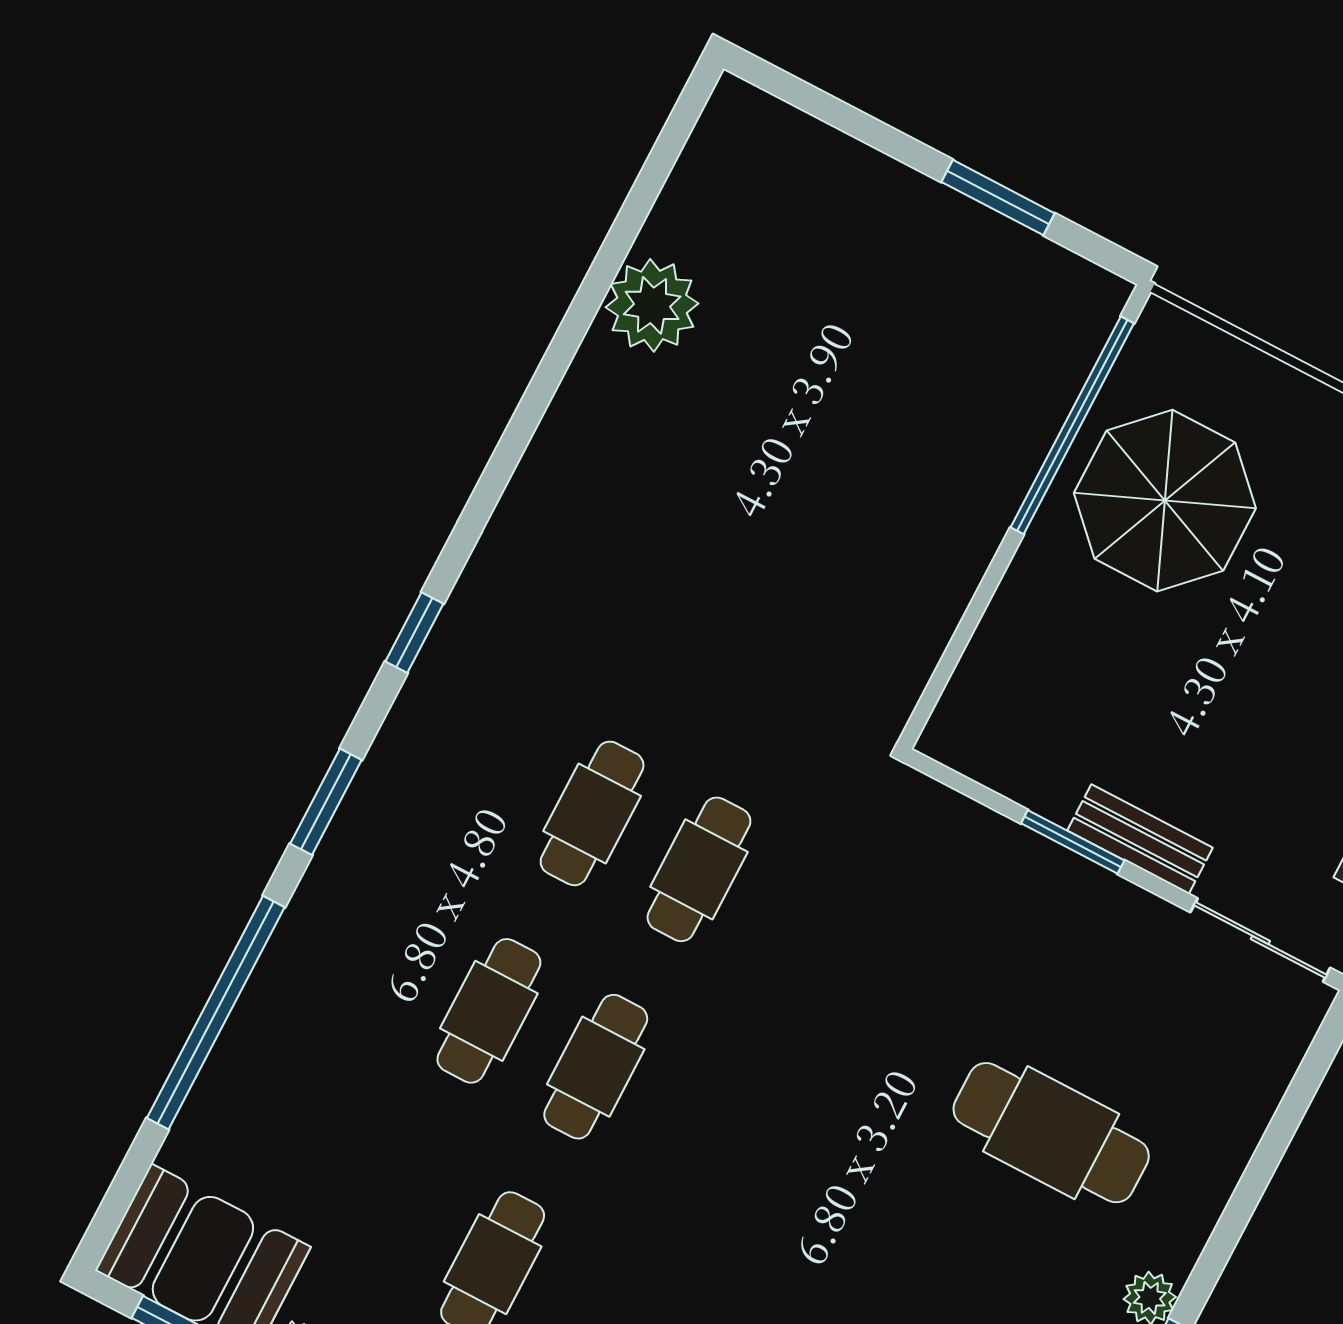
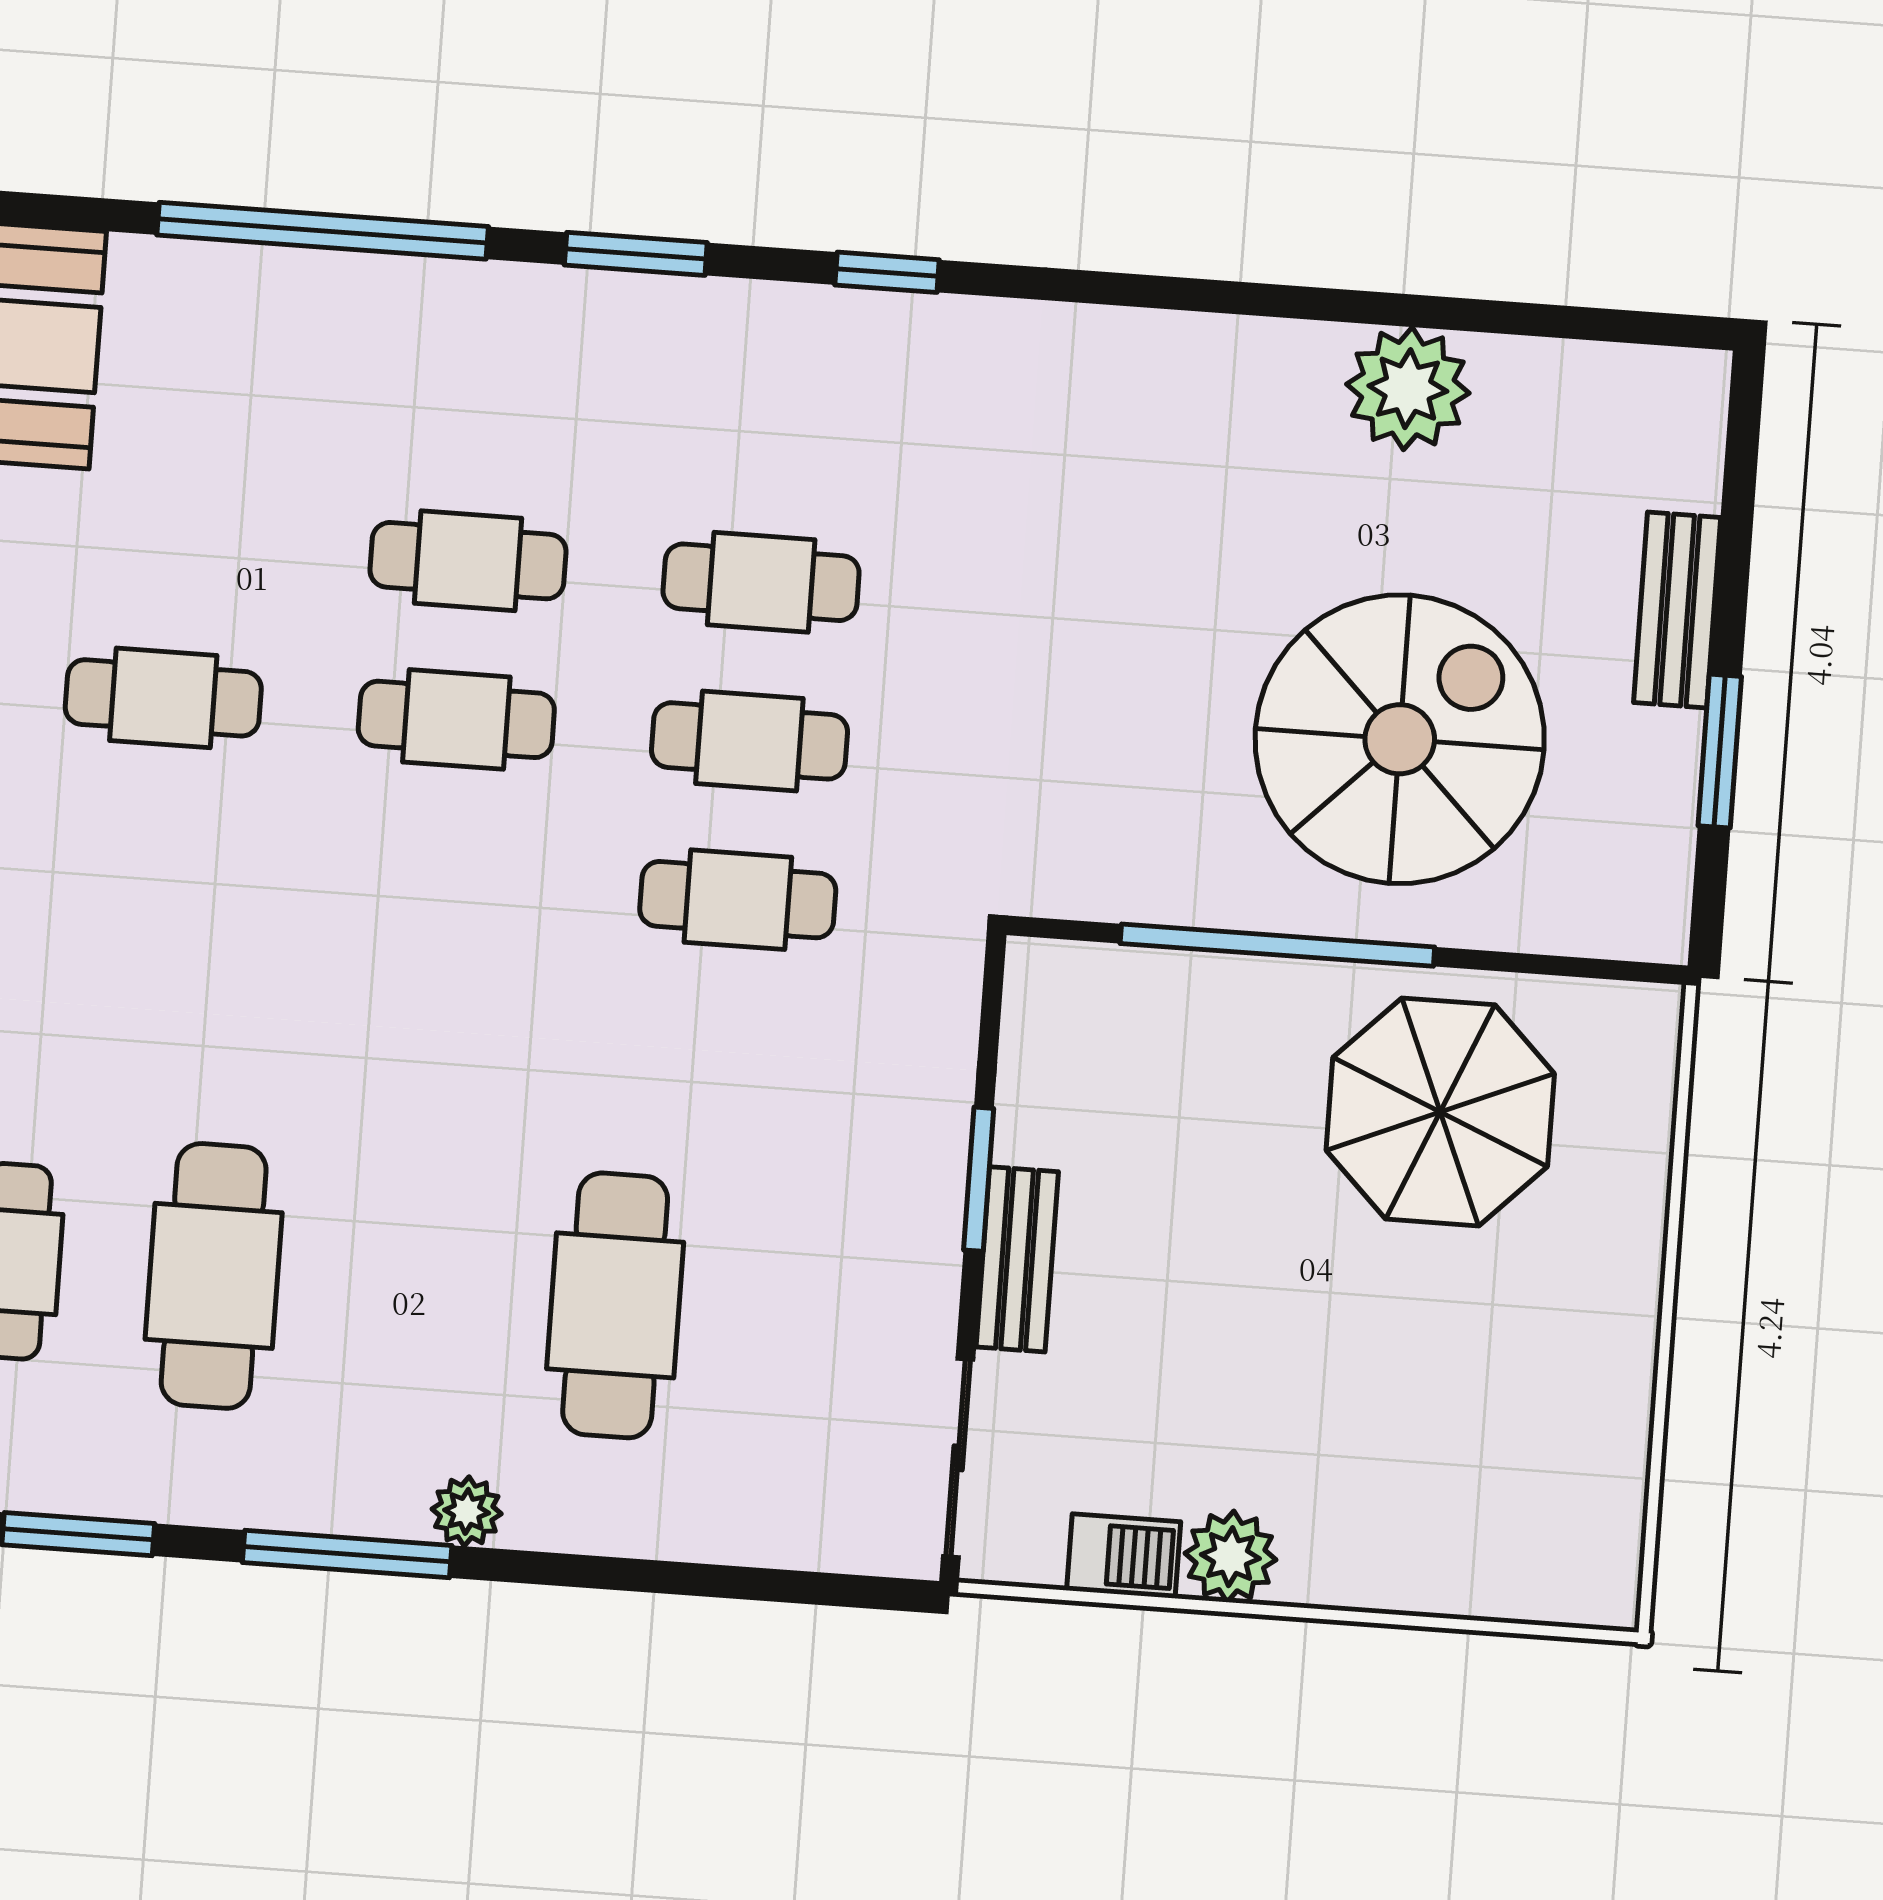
bench: (887, 185) -> (1677, 610), added
spiral stairs: (893, 417) -> (1400, 739), added
window: (1072, 425) -> (1277, 945), moved
cafe table: (806, 925) -> (738, 900), added

